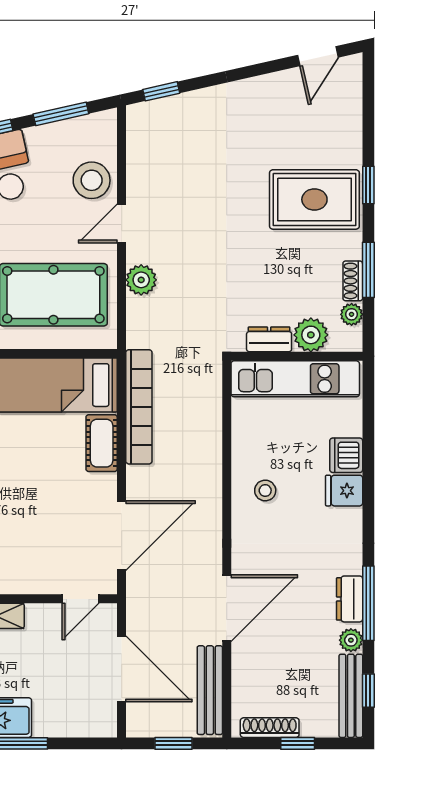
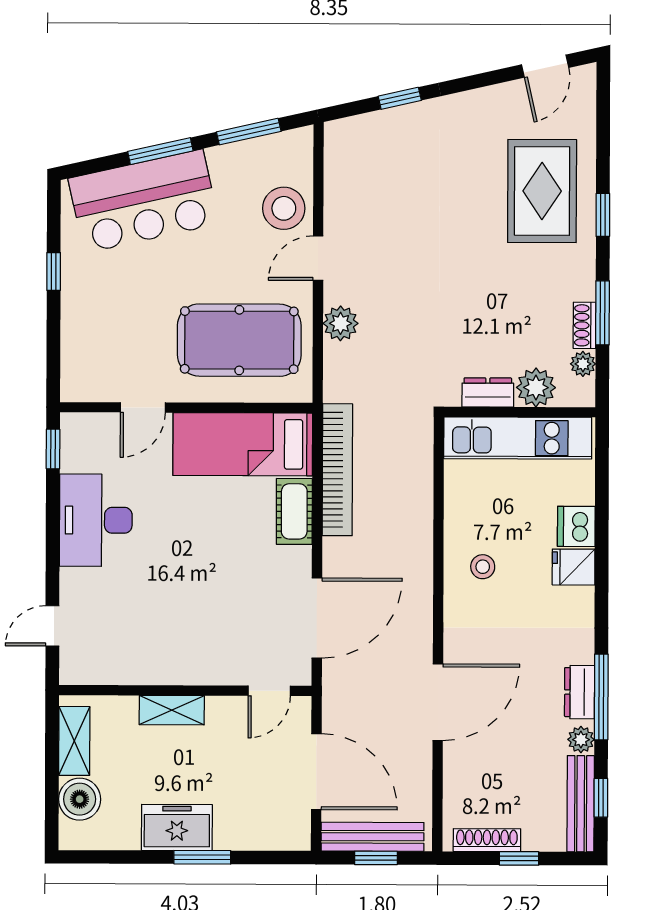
window: (161, 91) -> (400, 98), moved
rug: (314, 199) -> (542, 191), moved, turned 90
bench: (210, 690) -> (373, 837), moved, turned 90

